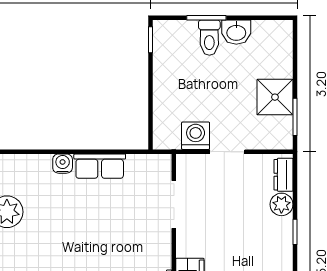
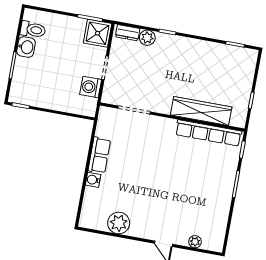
toilet: (209, 38) -> (33, 30), moved
shower: (275, 97) -> (98, 33), moved

